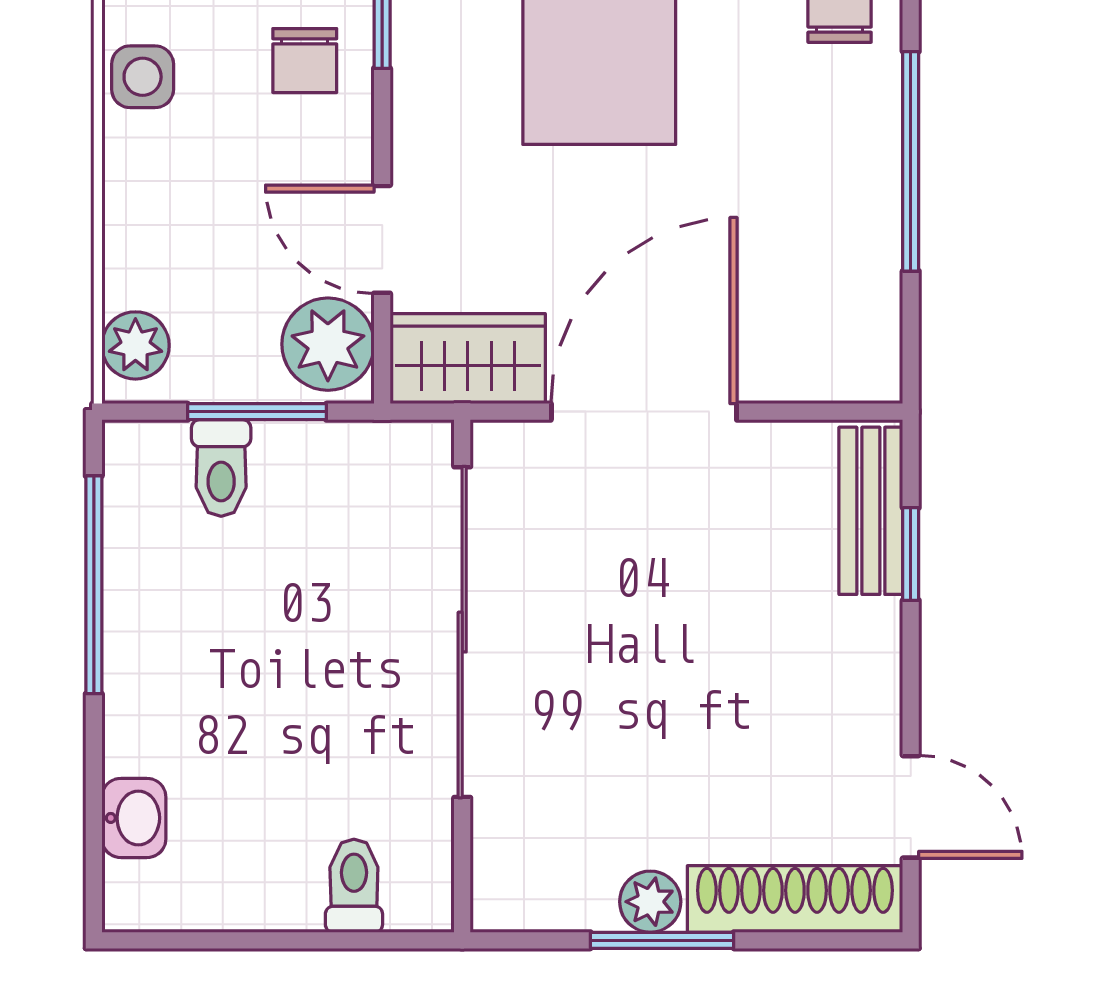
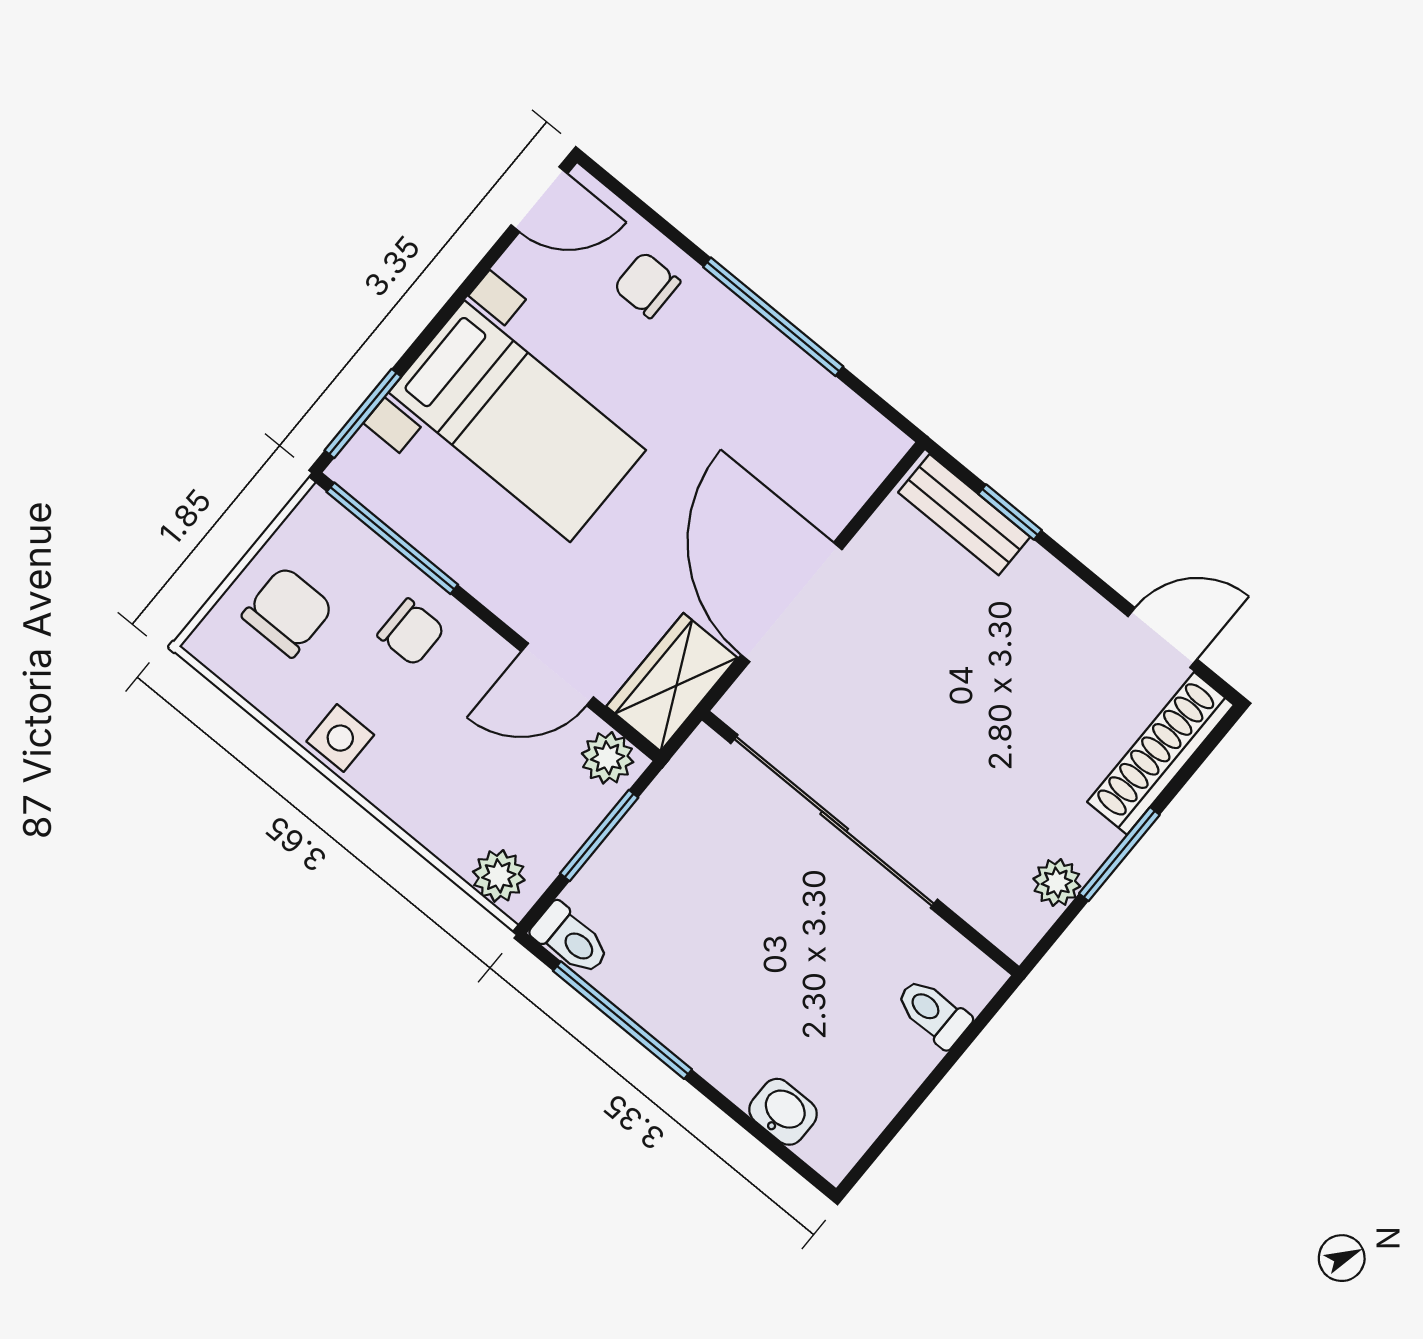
plant: (328, 344) -> (608, 758), width x0.73, depth x0.73
toilet: (221, 468) -> (571, 939), moved
plant: (650, 902) -> (1057, 883), moved

